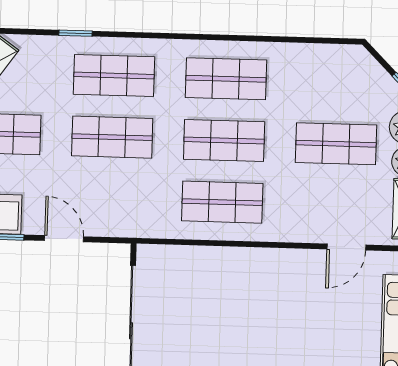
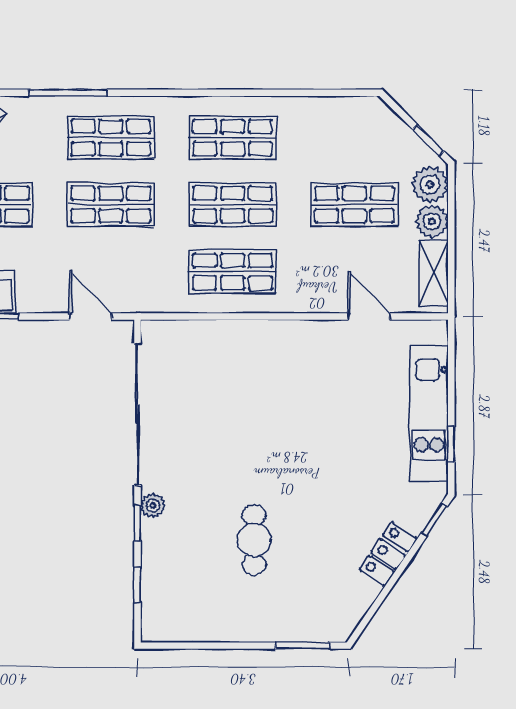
window: (76, 33) -> (68, 93), width x2.17
door: (64, 239) -> (91, 316), moved
door: (346, 247) -> (369, 316), swing flipped

